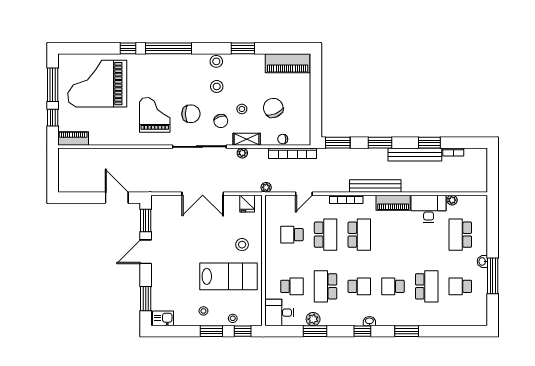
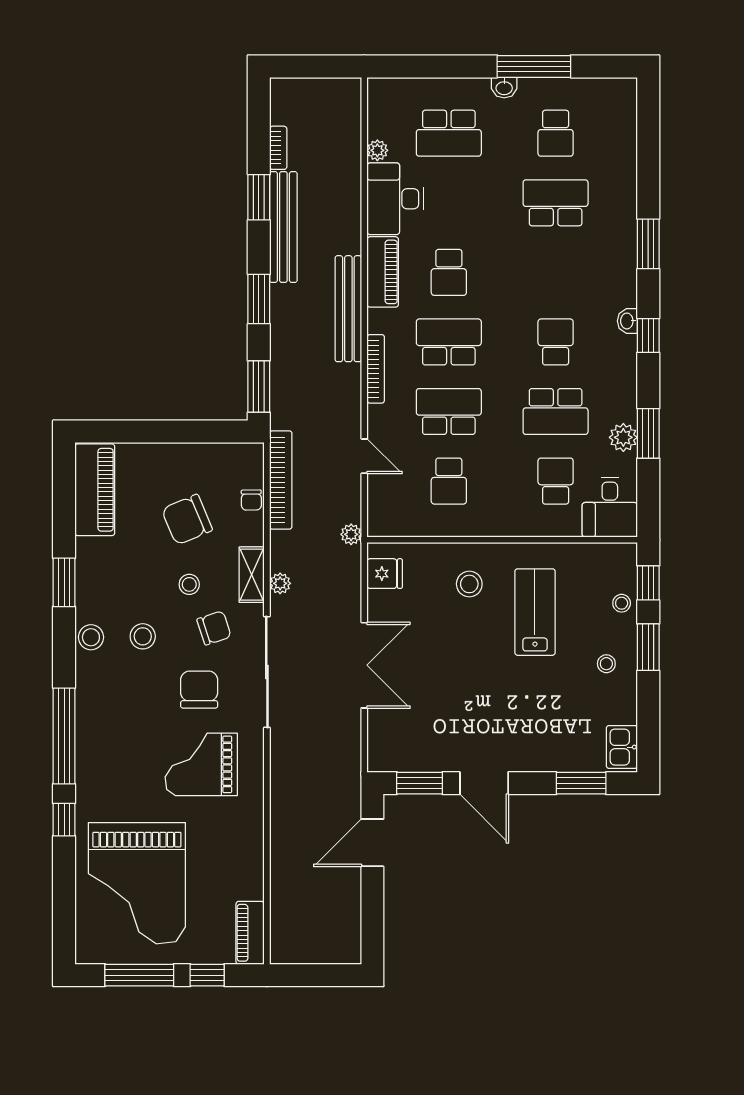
lab bench: (228, 276) -> (535, 612), width x0.73, depth x0.72
school desk: (393, 286) -> (449, 272), moved

